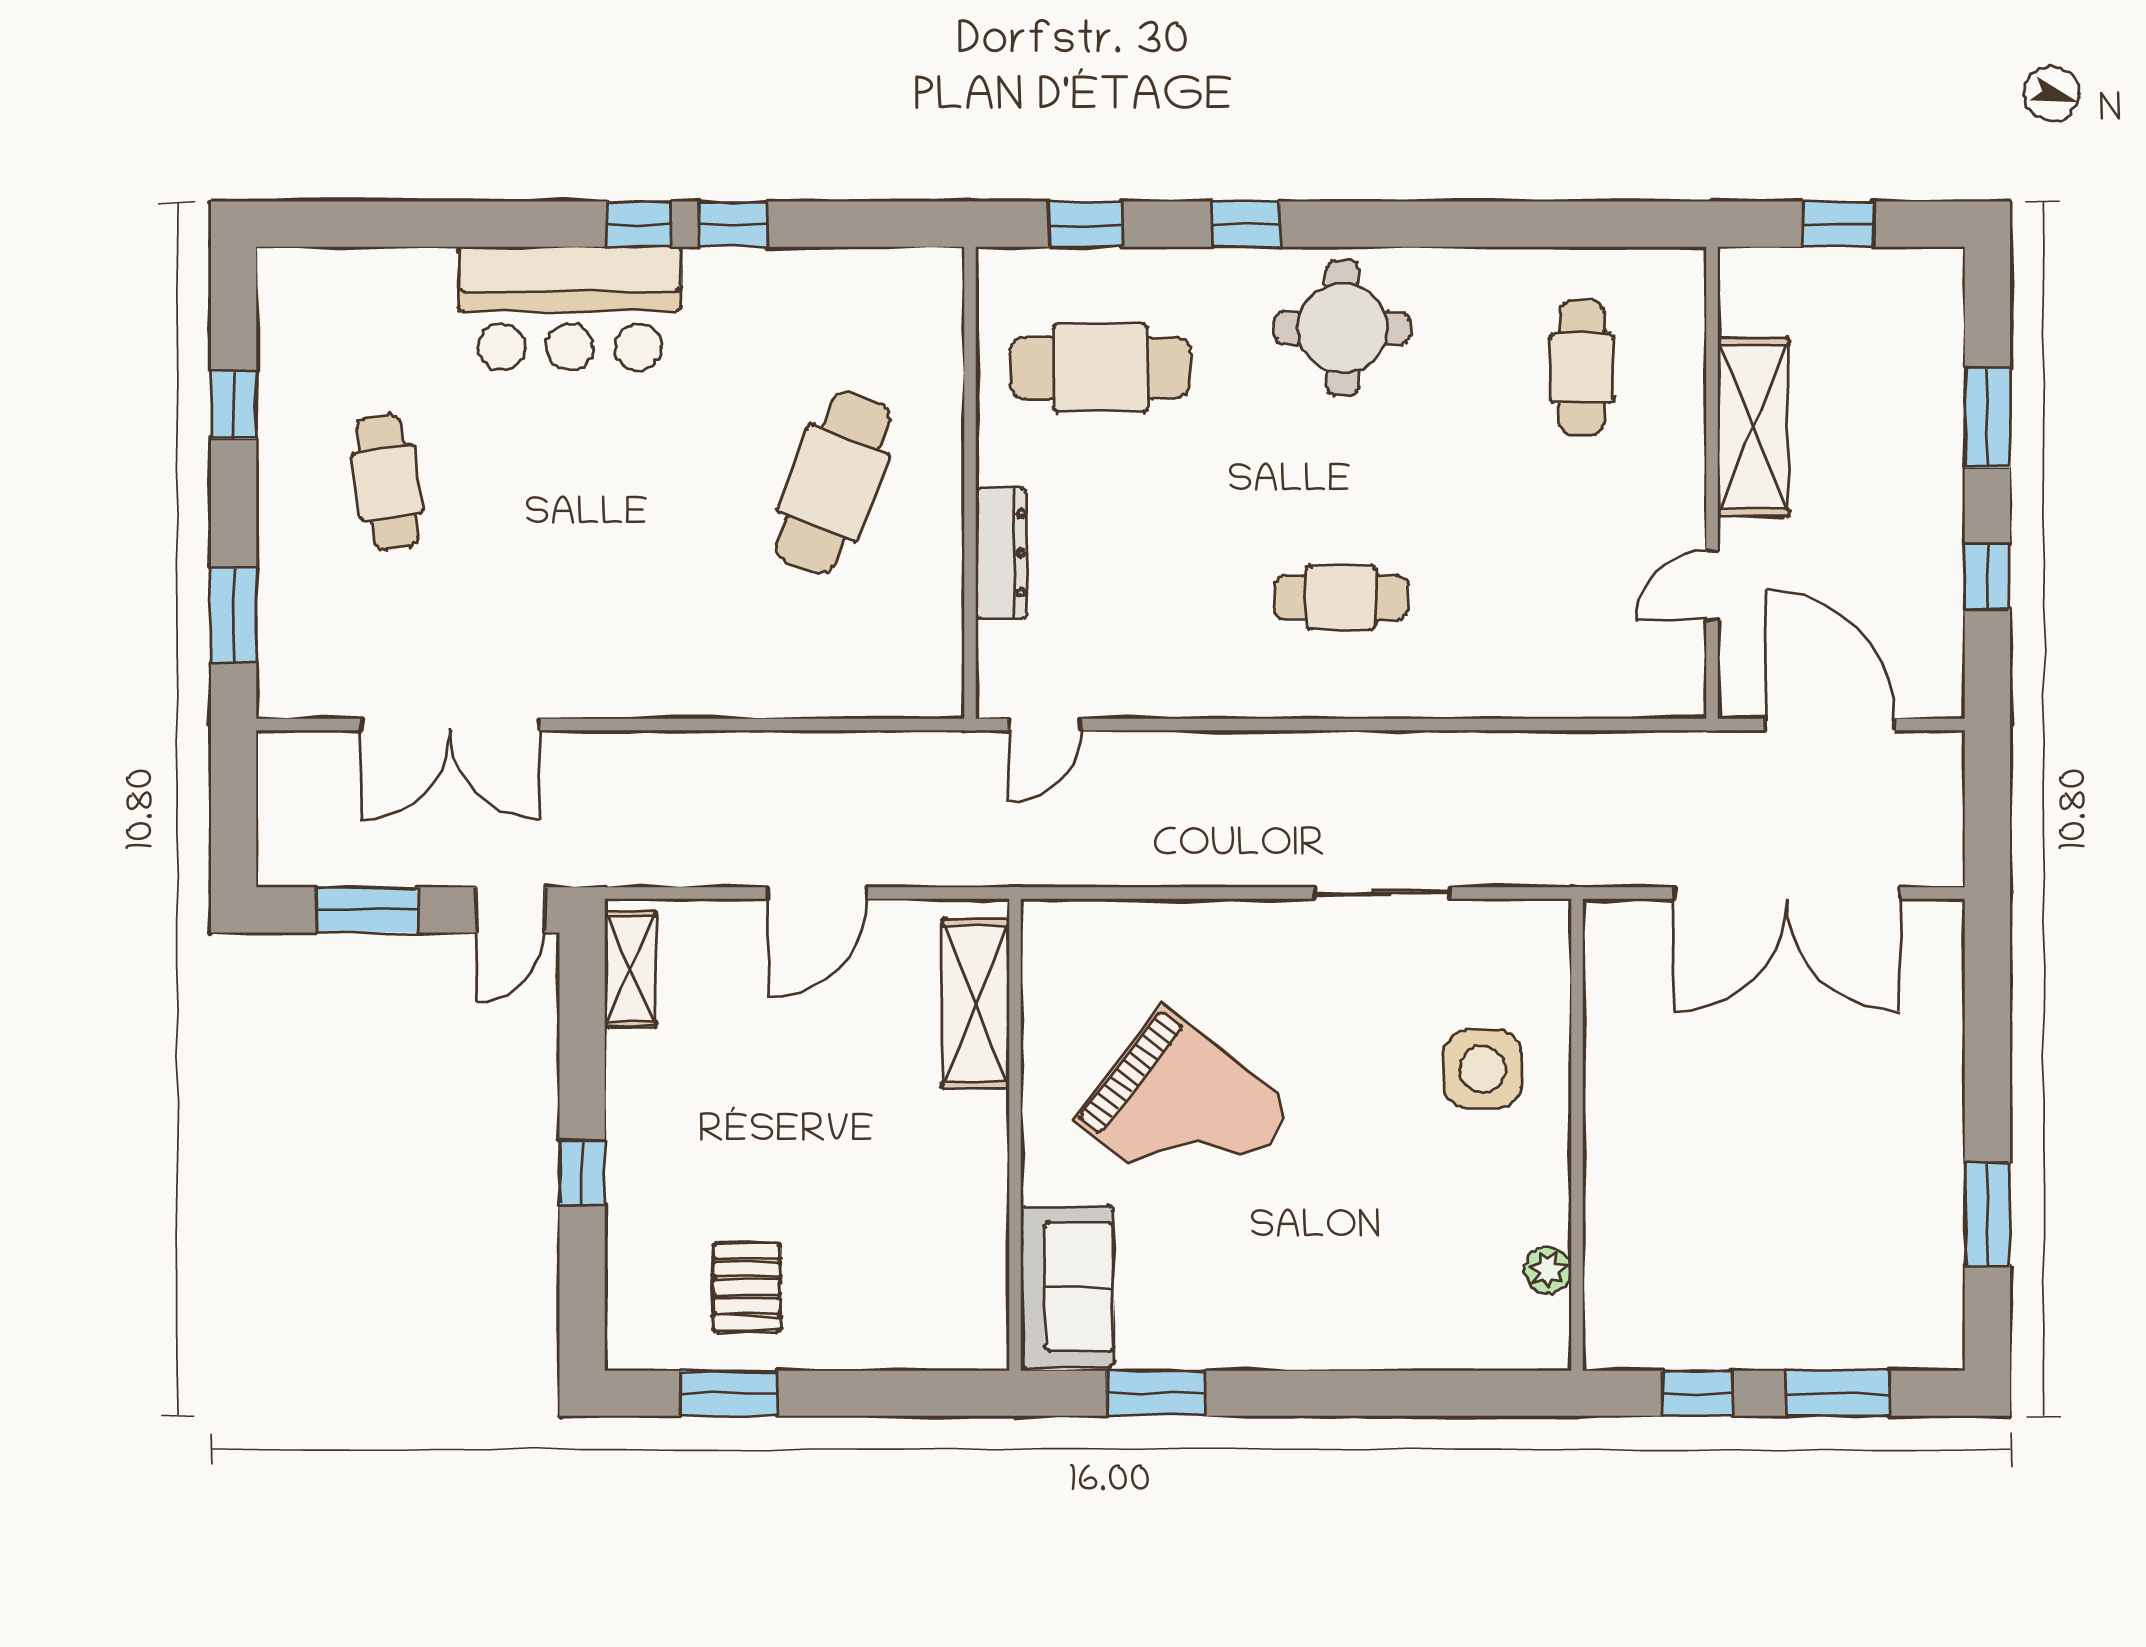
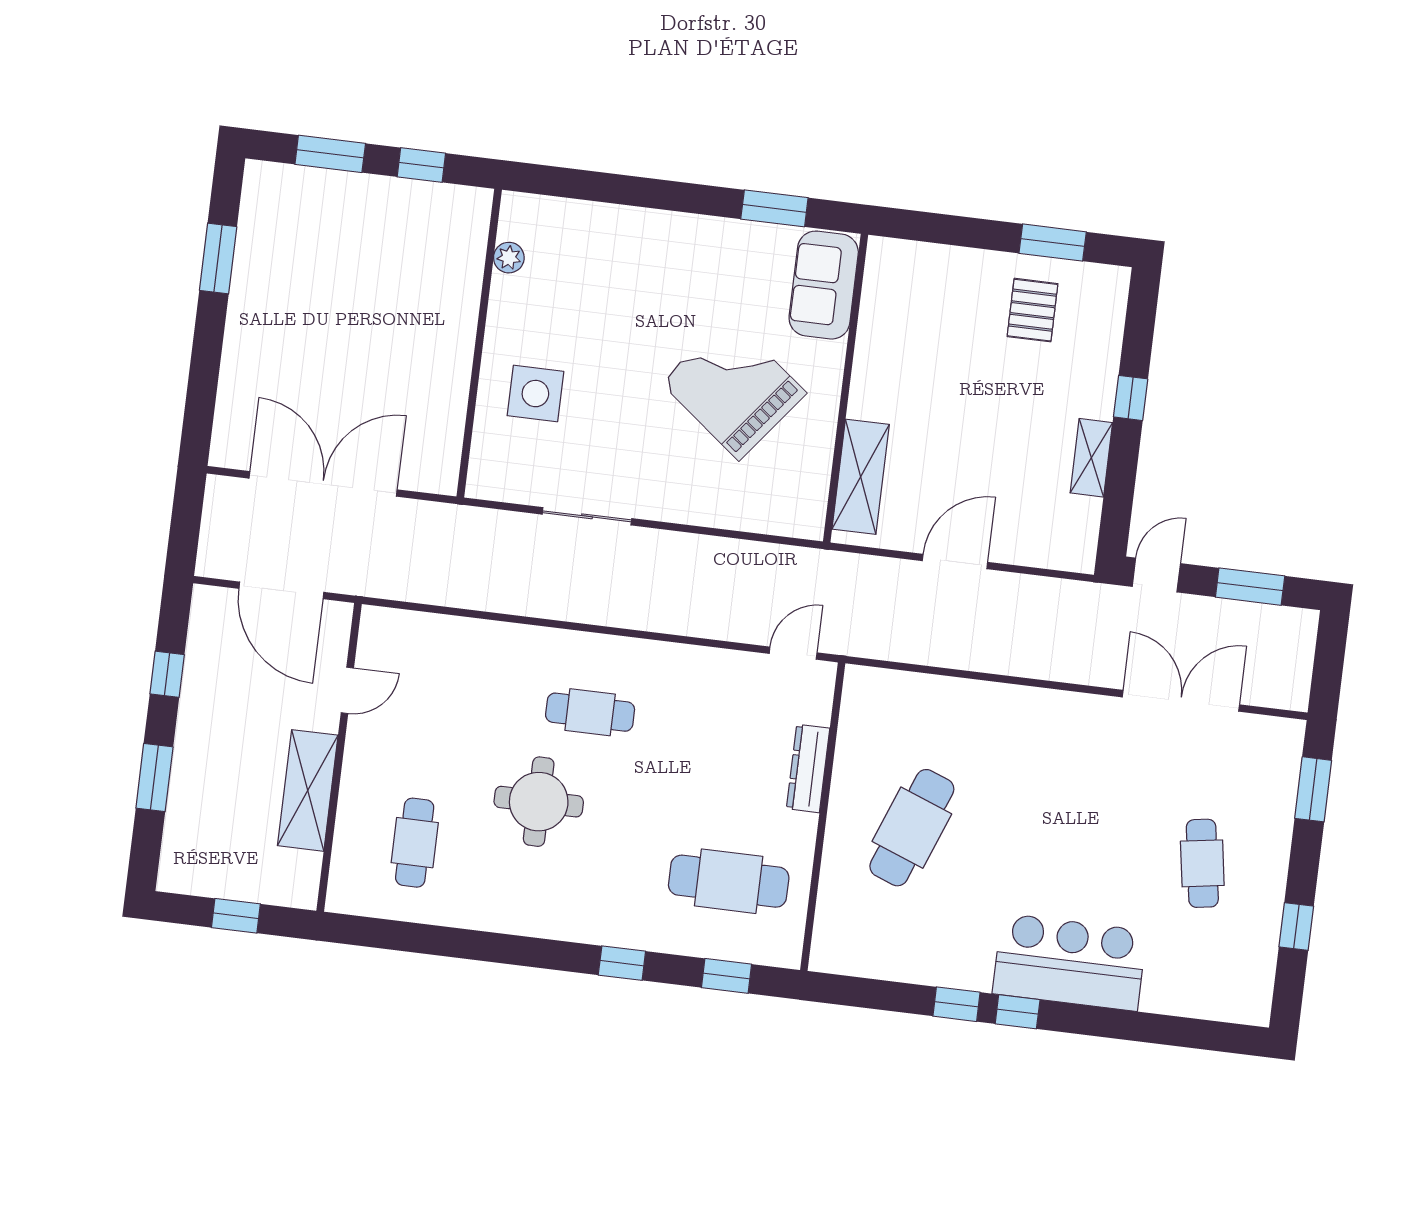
round table: (1342, 328) -> (539, 802), moved
shelving: (630, 969) -> (1091, 458), moved

